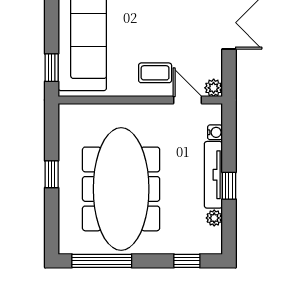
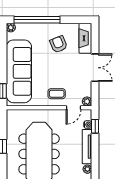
door: (187, 100) -> (73, 108), swing flipped
window: (229, 186) -> (95, 126), moved

